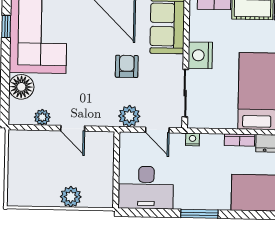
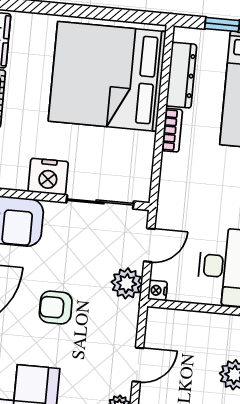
armchair: (127, 66) -> (56, 308), moved
nightstand: (193, 139) -> (157, 290), moved

